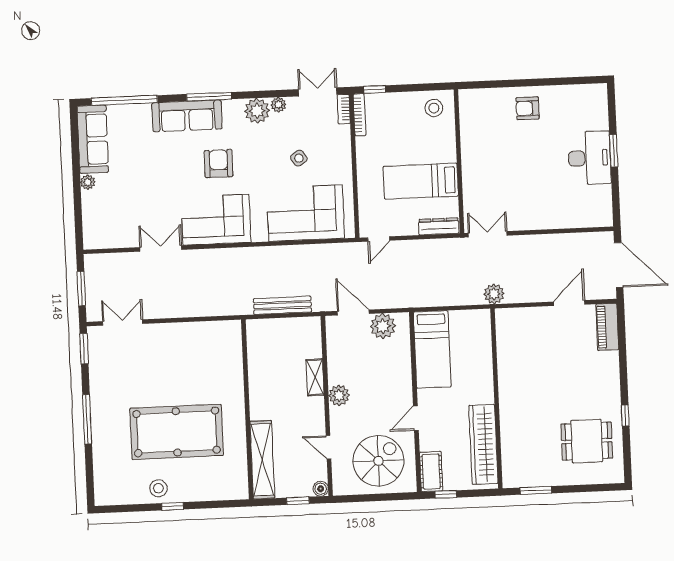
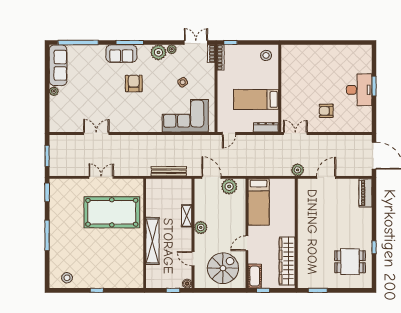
armchair: (527, 108) -> (326, 111), moved
sofa: (187, 116) -> (121, 54), width x0.73
corner sofa: (216, 220) -> (131, 117), removed
door: (569, 303) -> (326, 177), moved
double door: (123, 323) -> (101, 177), moved
pool table: (177, 432) -> (112, 212), moved
shelving: (262, 460) -> (152, 241), moved
stool: (158, 488) -> (67, 278), moved

